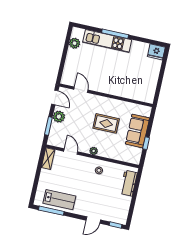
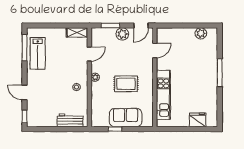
kitchen unit: (107, 41) -> (163, 95), moved, turned 180
fridge: (156, 52) -> (198, 120), moved, turned 90
rug: (106, 123) -> (126, 84), turned 90

